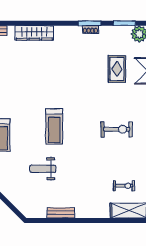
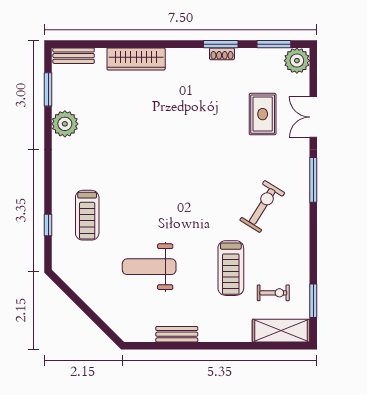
treadmill: (54, 126) -> (231, 268), moved
exercise bike: (117, 129) -> (262, 206), turned -58
weight bench: (43, 169) -> (149, 267), width x1.36, depth x1.33

